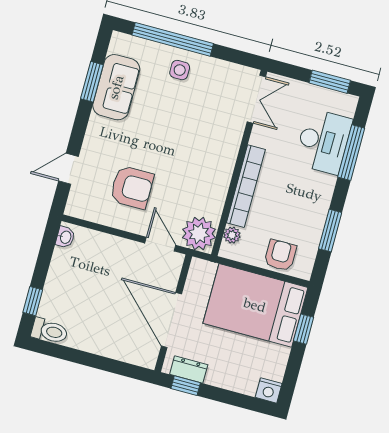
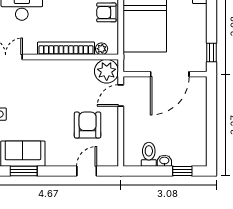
door: (68, 169) -> (87, 171), swing flipped
washbasin: (65, 237) -> (164, 161), moved
toilet: (49, 331) -> (149, 154), moved
dresser: (189, 370) -> (200, 53), removed

